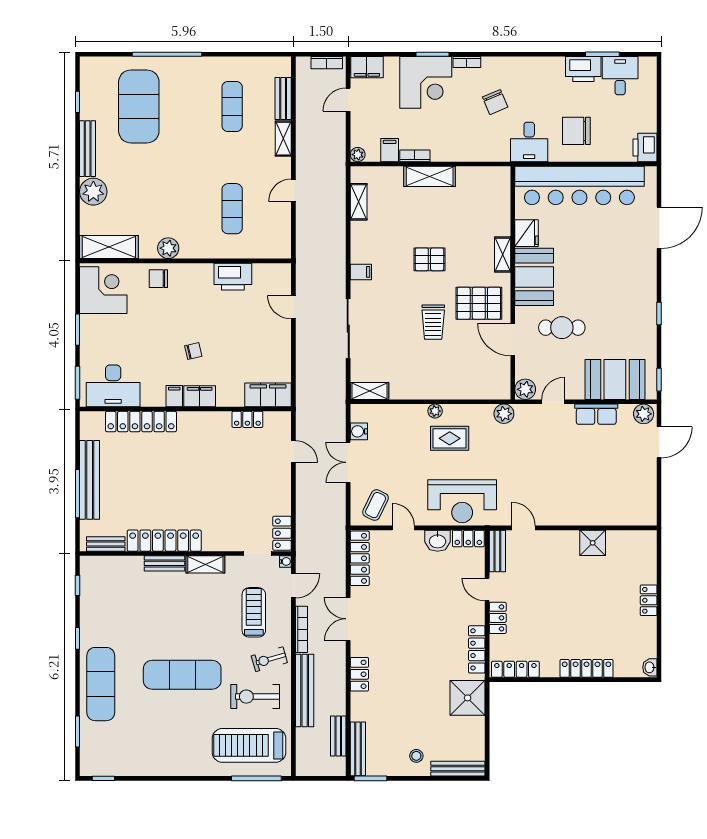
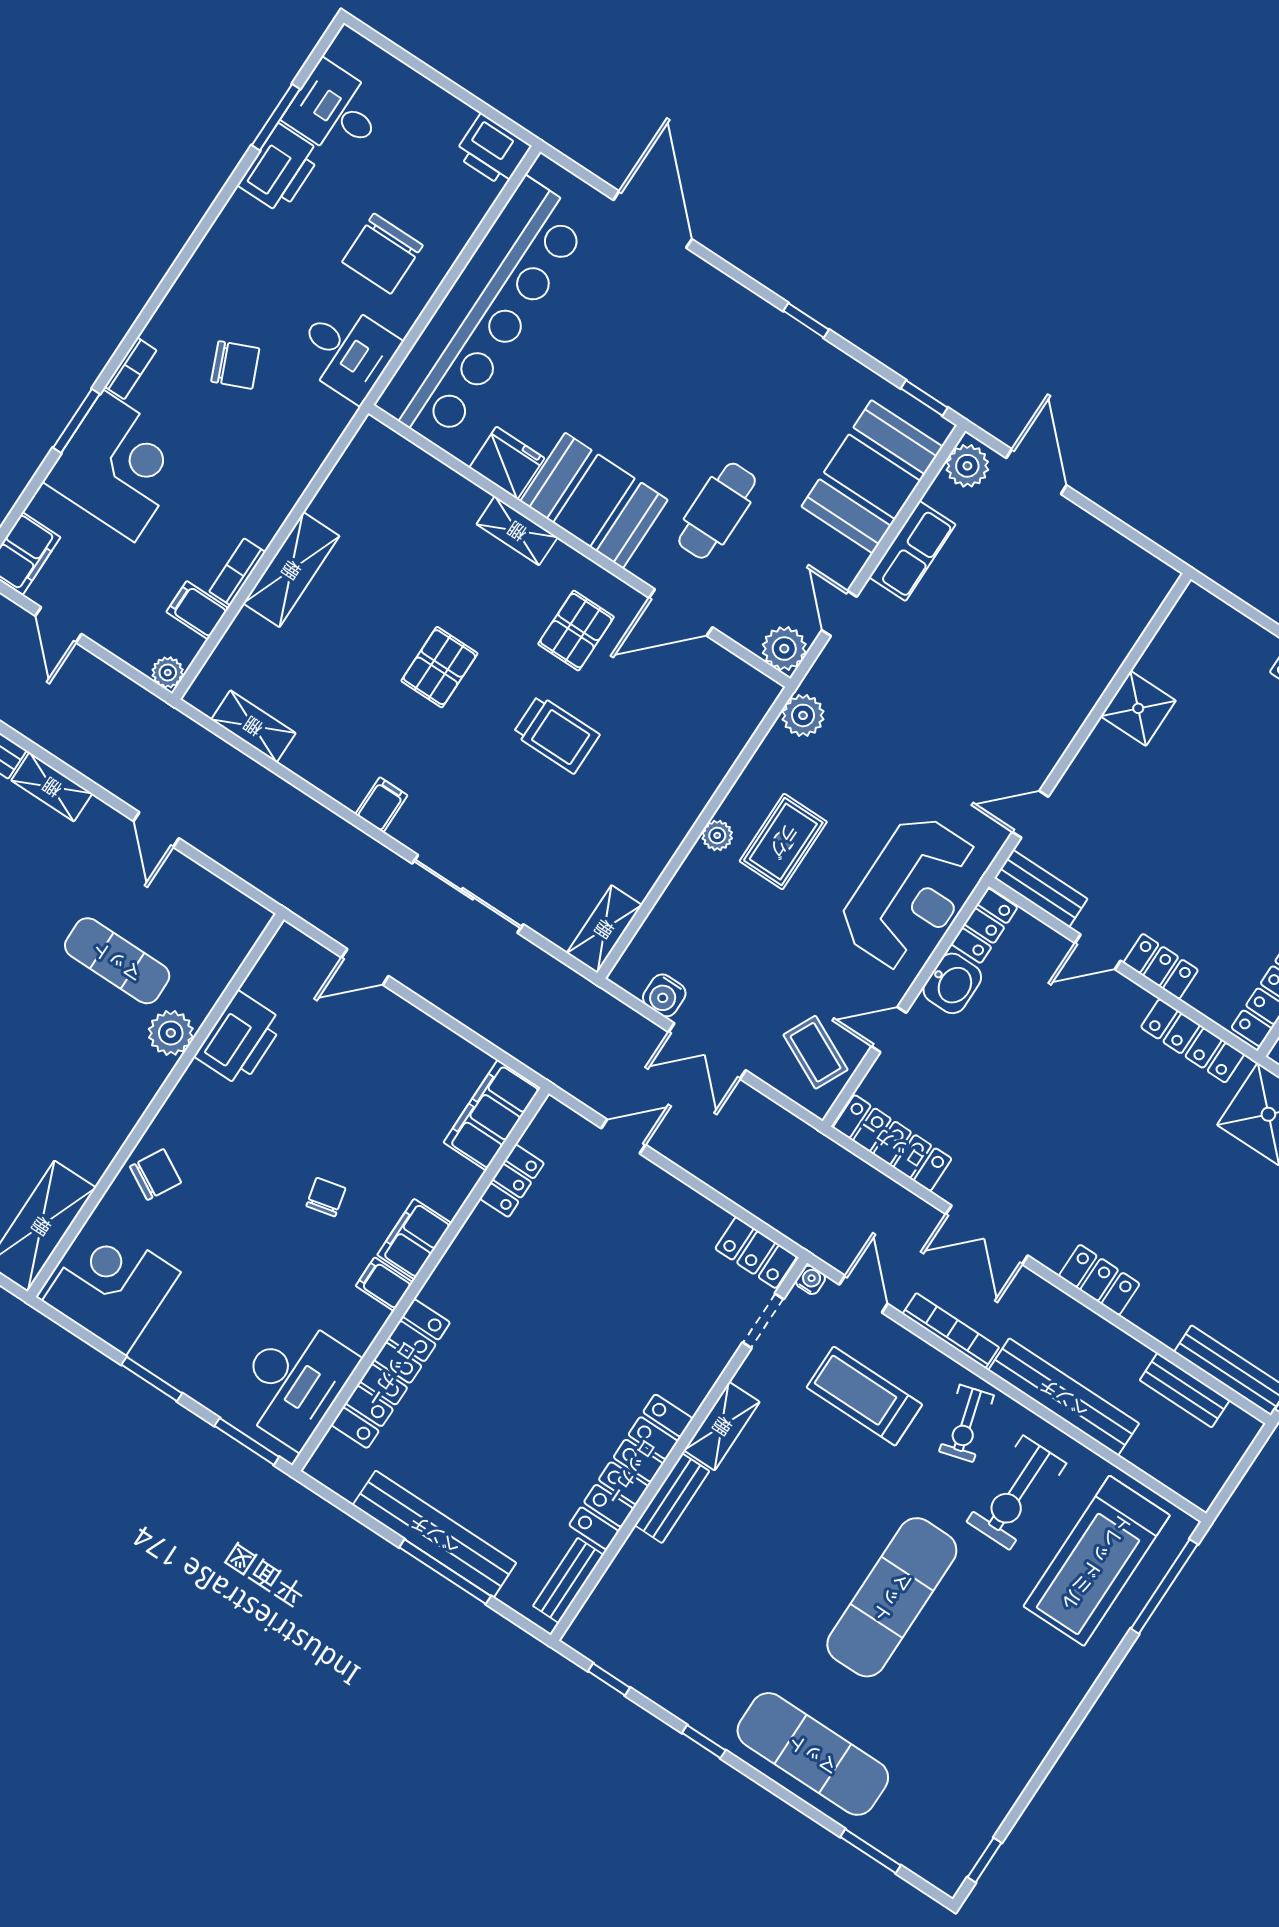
plant: (168, 248) -> (171, 1033), moved
chair: (158, 279) -> (156, 1175), turned -151
pallet: (479, 303) -> (576, 631), width x0.67, depth x0.71

